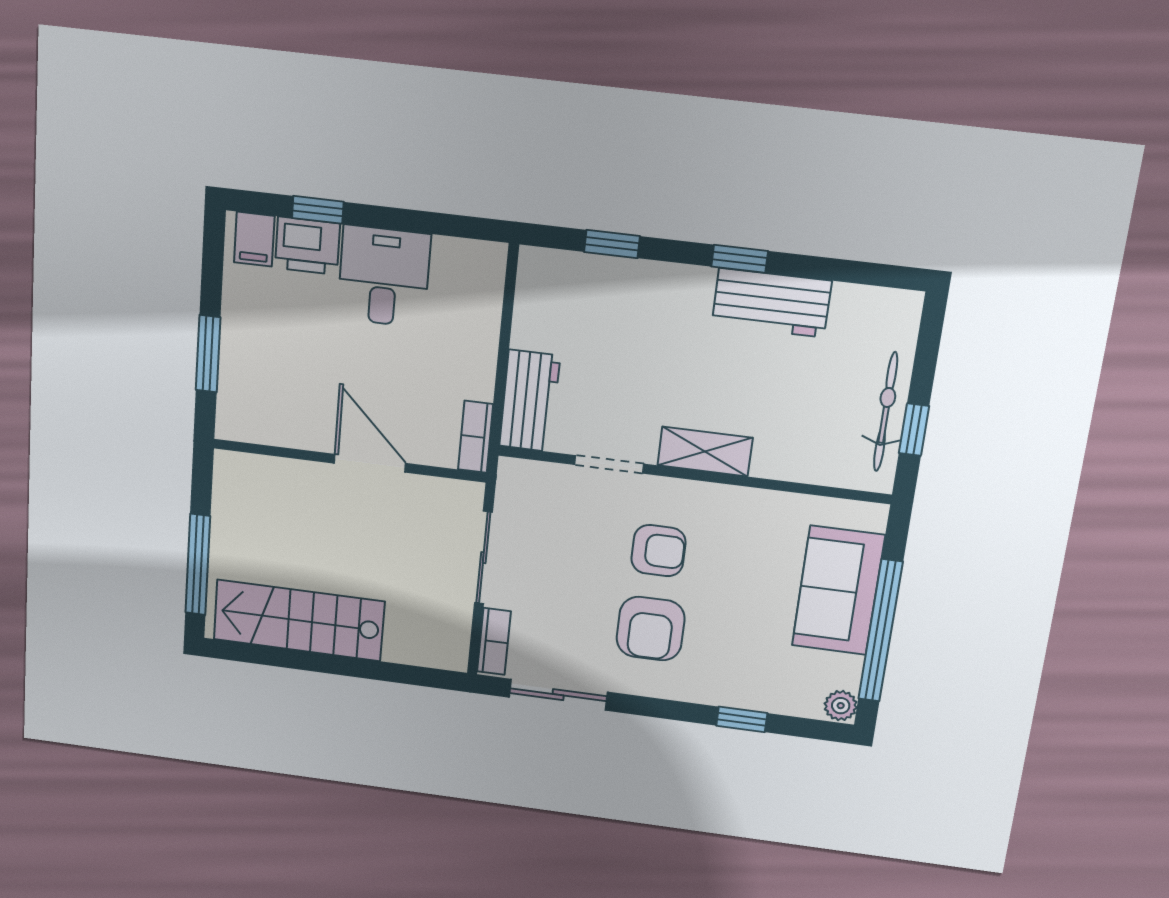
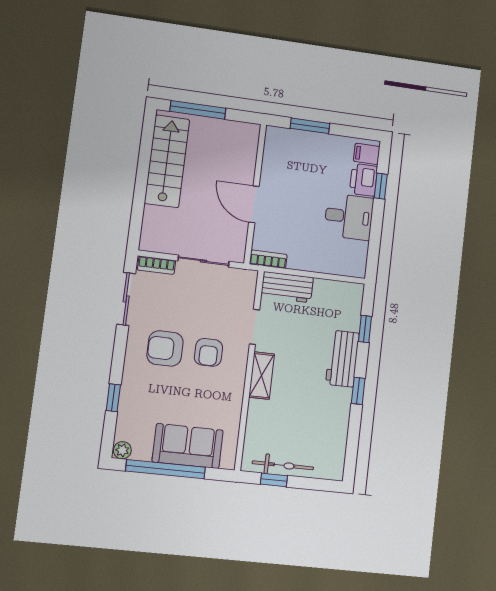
workbench: (772, 303) -> (342, 359), moved
door: (370, 463) -> (254, 204), swing flipped

